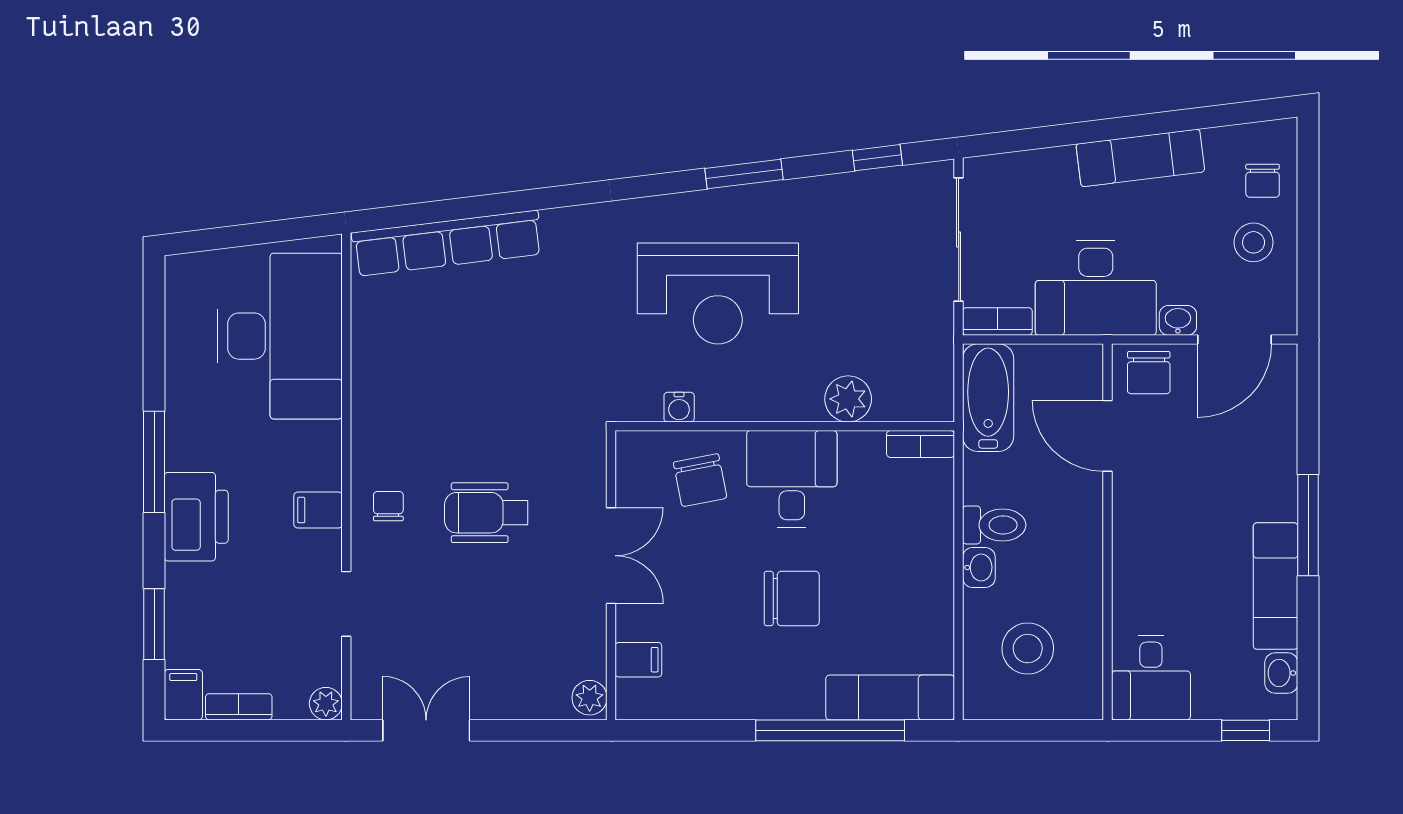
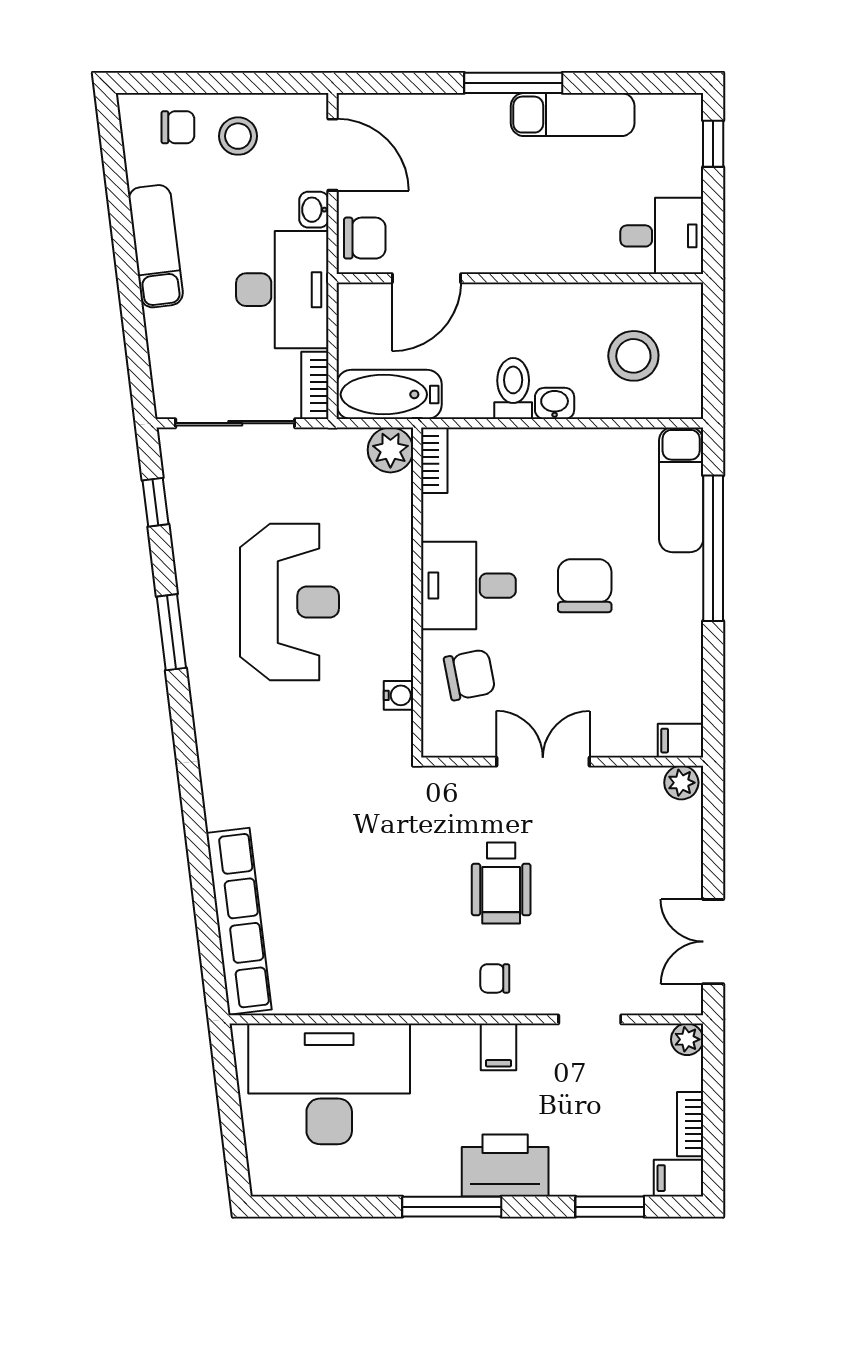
reception desk: (718, 294) -> (290, 602), moved
plant: (848, 399) -> (390, 450), moved
filing cabinet: (638, 660) -> (680, 741), moved, turned -90
washbasin: (1281, 673) -> (657, 109), removed

